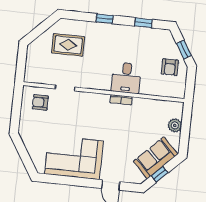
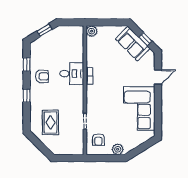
armchair: (170, 67) -> (42, 76), moved
plant: (26, 125) -> (118, 149), added
plant: (175, 125) -> (92, 31), moved

